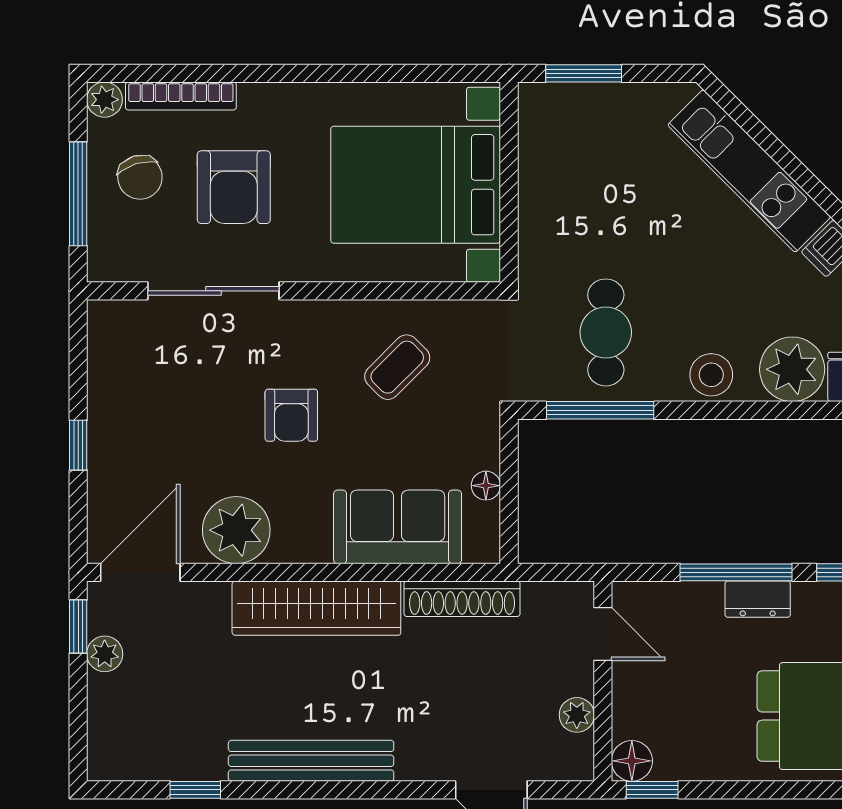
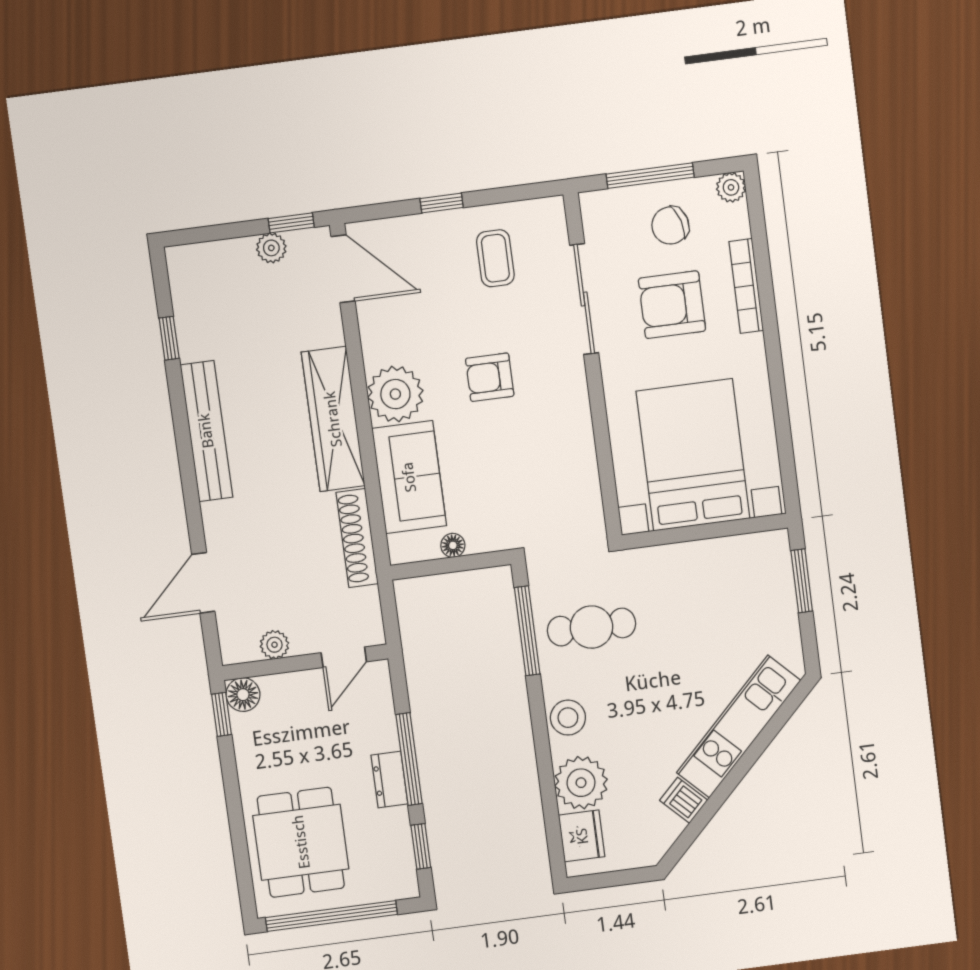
bookcase: (181, 96) -> (746, 286), moved
coffee table: (397, 367) -> (495, 258), moved, turned 45
plant: (236, 530) -> (395, 394), moved

